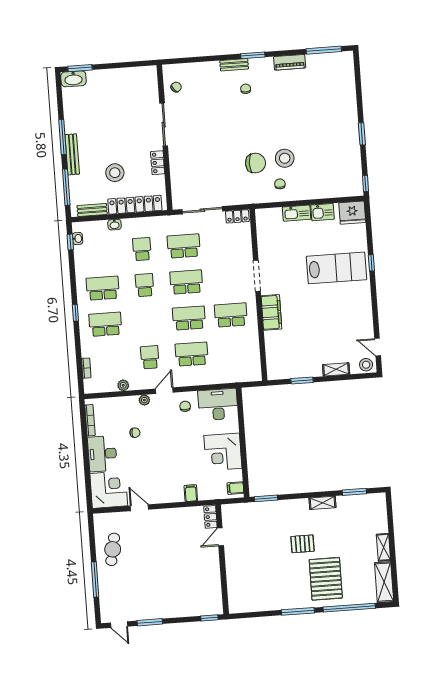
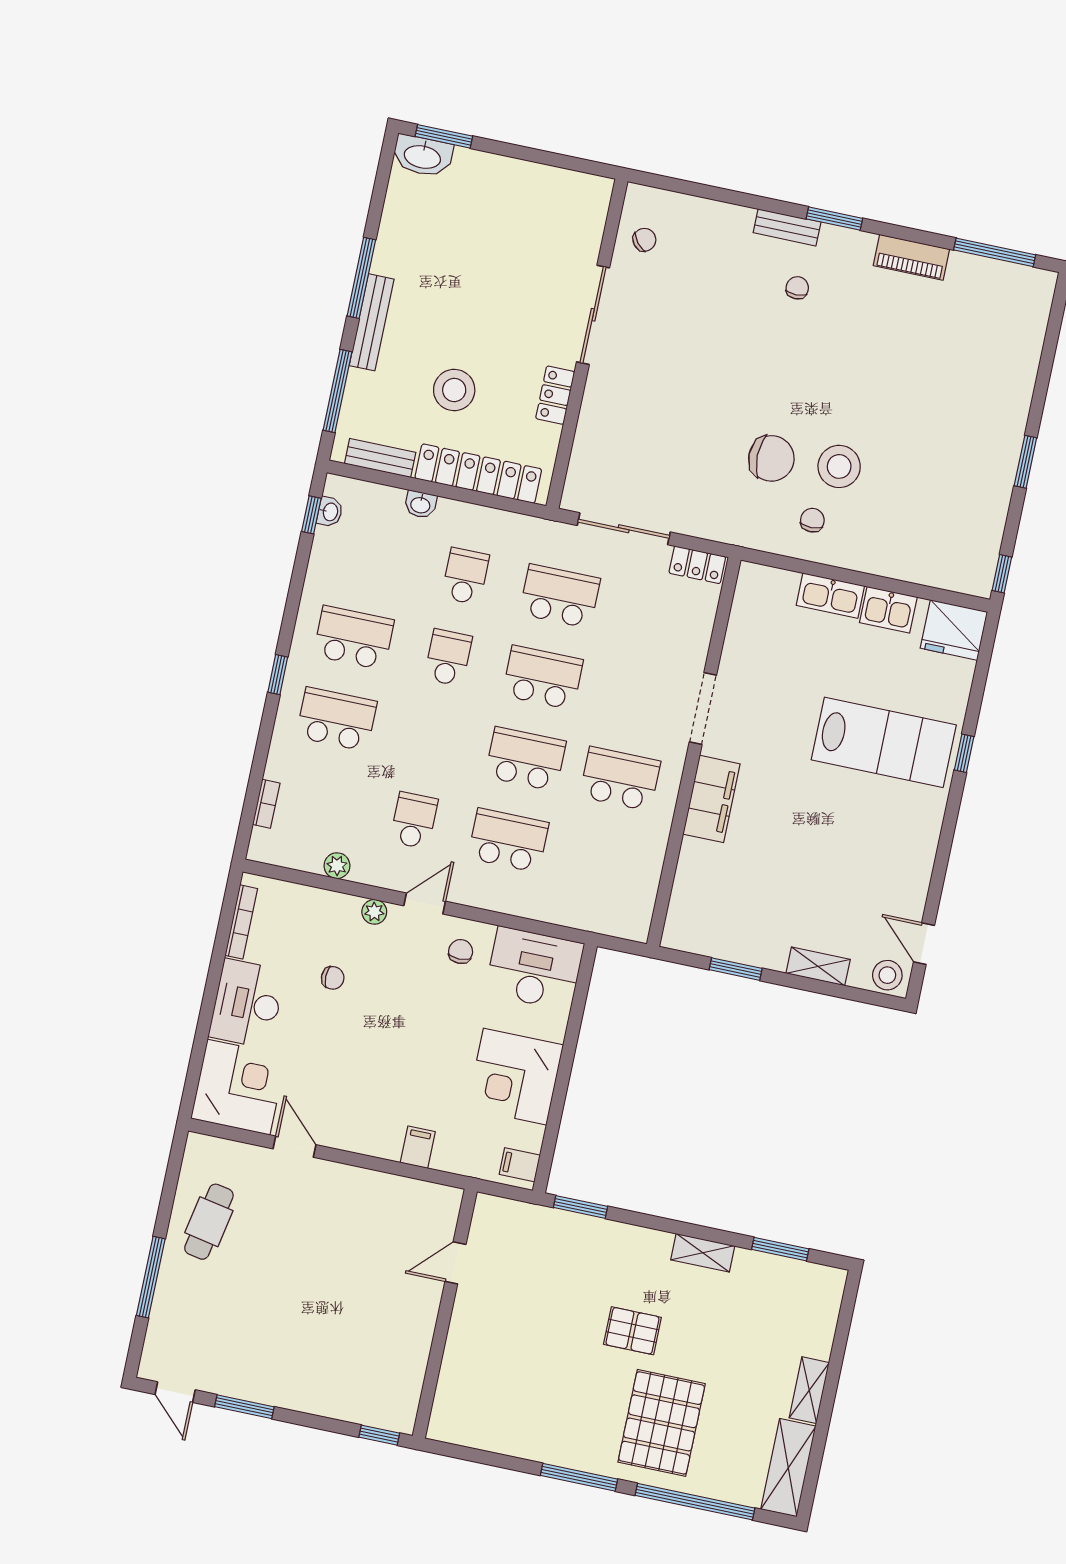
locker: (210, 517) -> (446, 1212), removed

